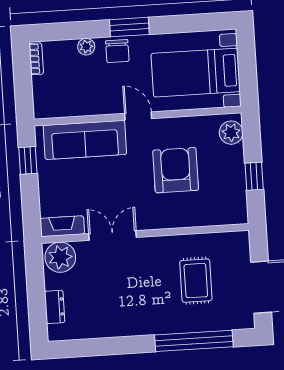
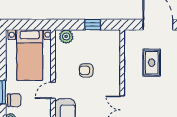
armchair: (176, 170) -> (86, 70), width x0.53, depth x0.53
rug: (196, 281) -> (152, 63), turned 90

